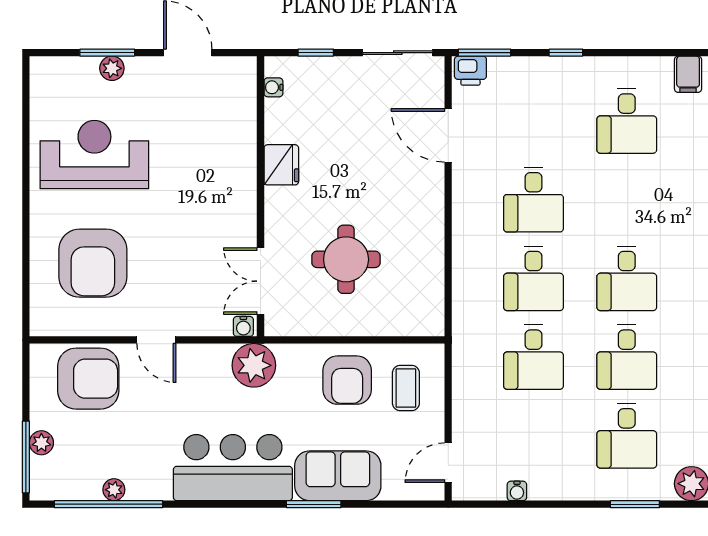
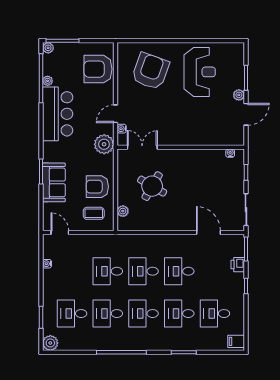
plant: (112, 68) -> (239, 95), moved
printer: (470, 71) -> (238, 265), moved
door: (448, 135) -> (208, 232), hinge flipped
fridge: (281, 165) -> (195, 157), removed
desk: (627, 200) -> (179, 314), added
round table: (346, 259) -> (152, 186), turned 30
armchair: (93, 263) -> (150, 71), turned 110
plant: (401, 324) -> (123, 211), added
water cooler: (243, 326) -> (122, 129), moved
door: (156, 340) -> (116, 114), moved
armchair: (88, 379) -> (98, 69), turned 90
plant: (41, 443) -> (48, 48), moved
bar counter: (233, 468) -> (58, 114), moved

